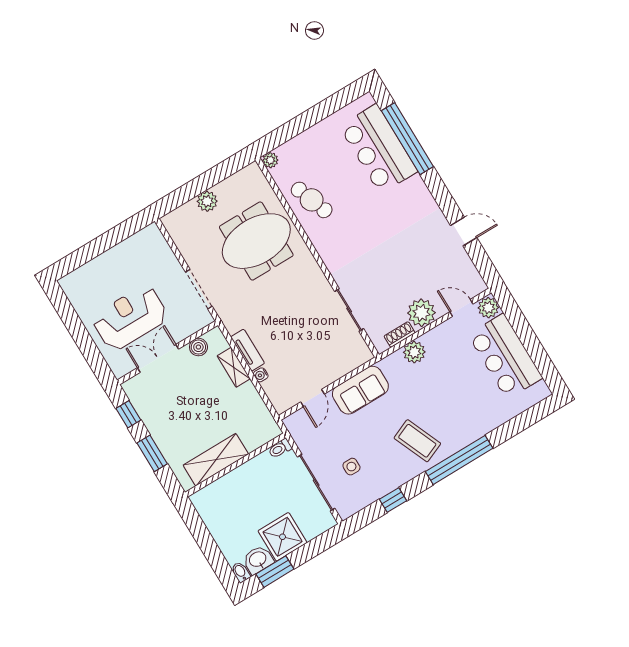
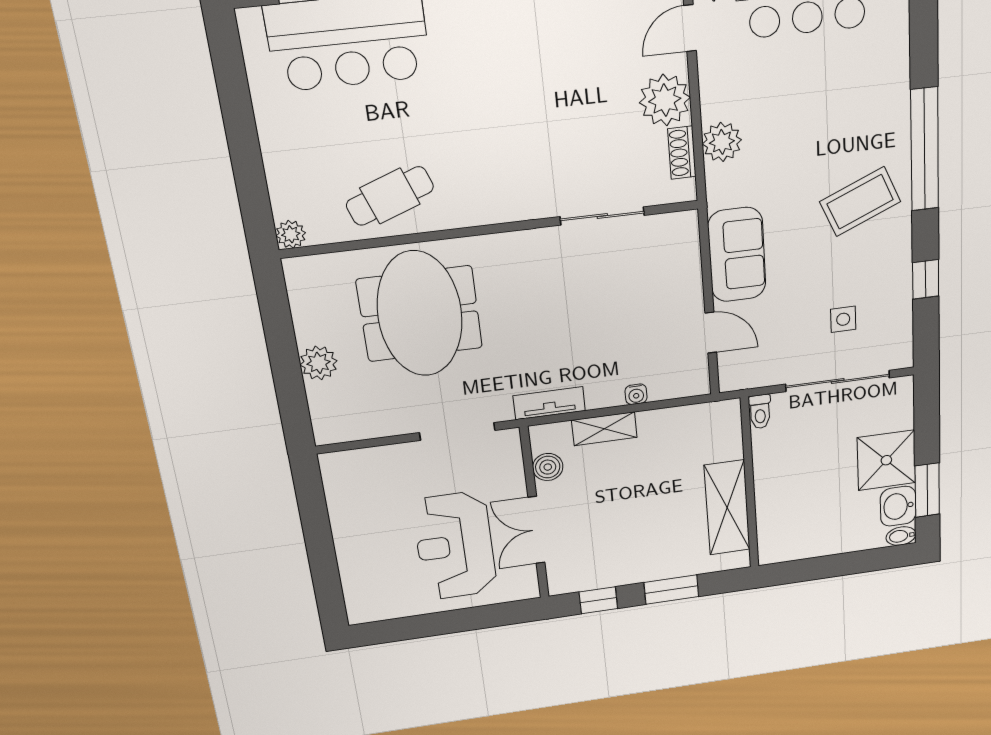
tv unit: (248, 350) -> (549, 403), moved

